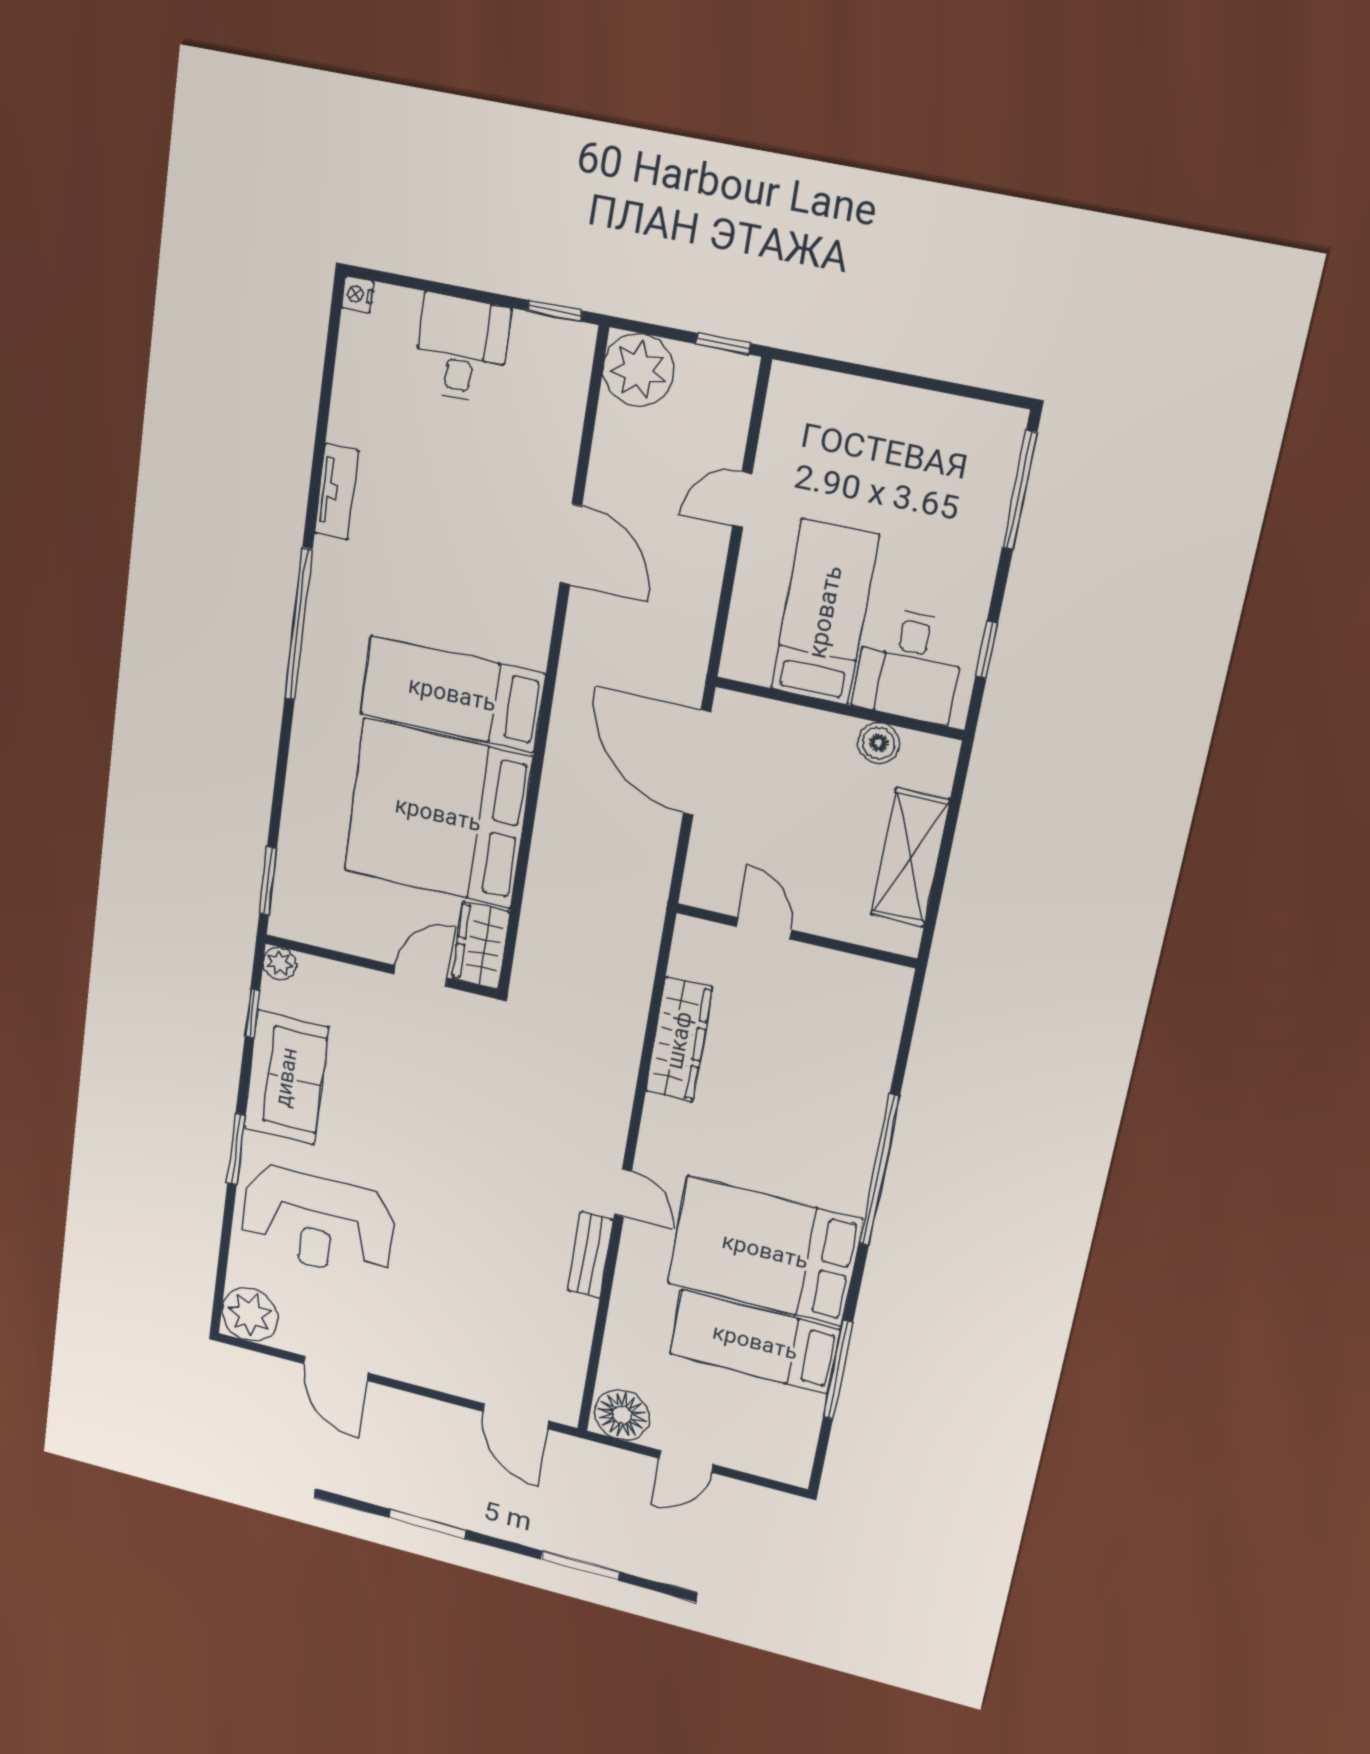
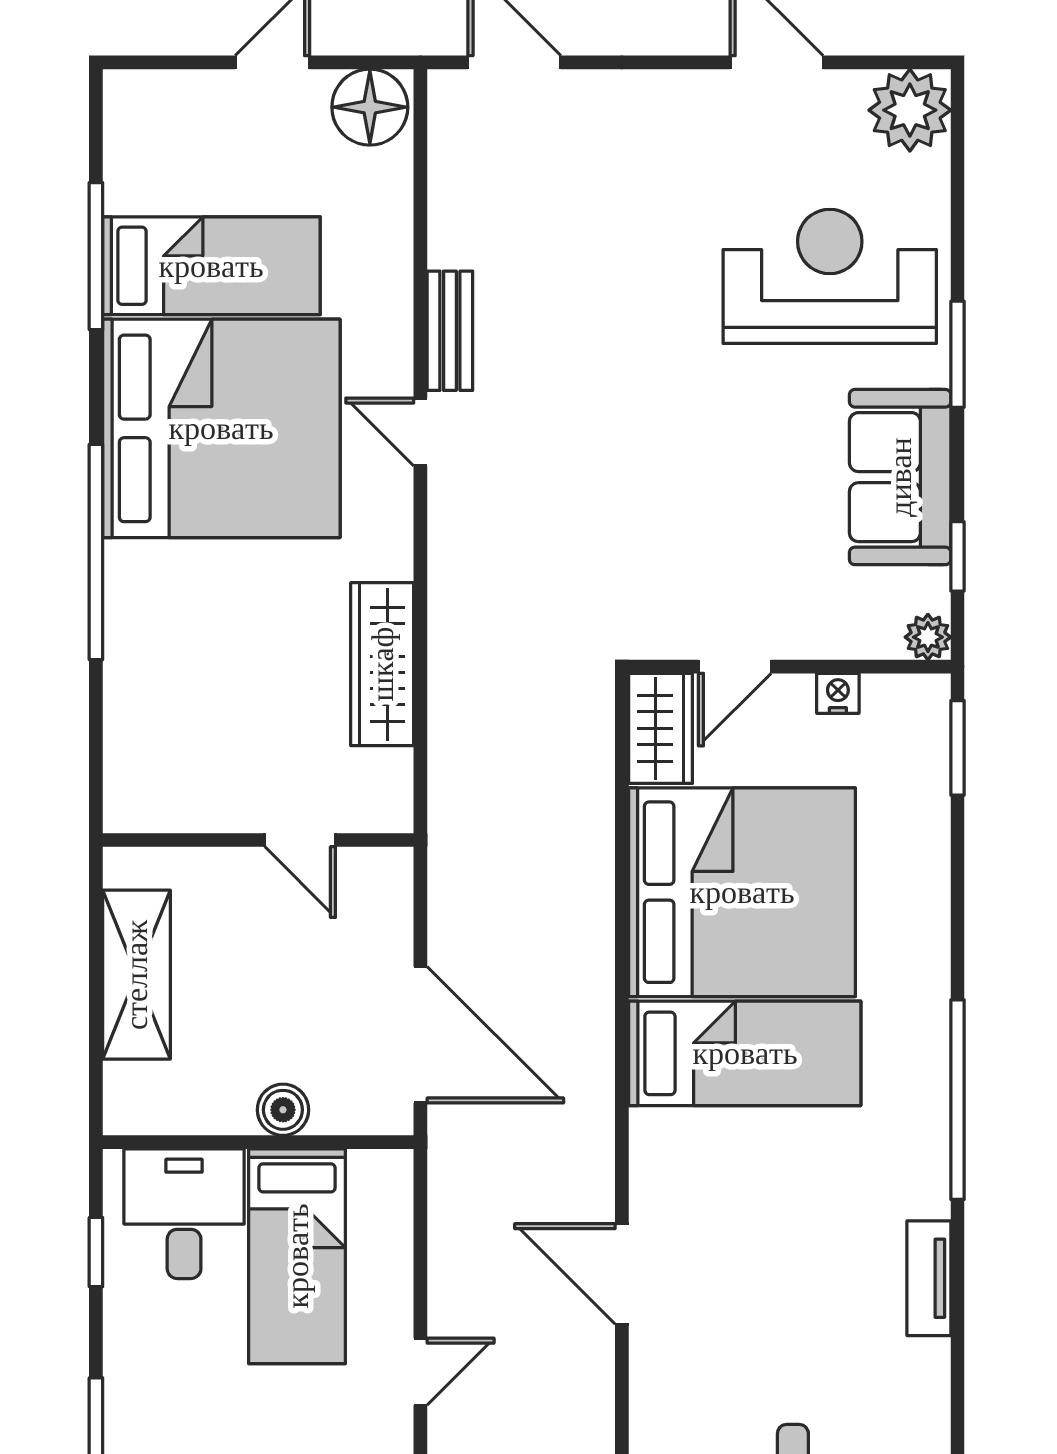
boiler: (879, 743) -> (283, 1110), moved
nightstand: (349, 940) -> (838, 693), added
bed: (765, 1251) -> (221, 428), width x1.36

